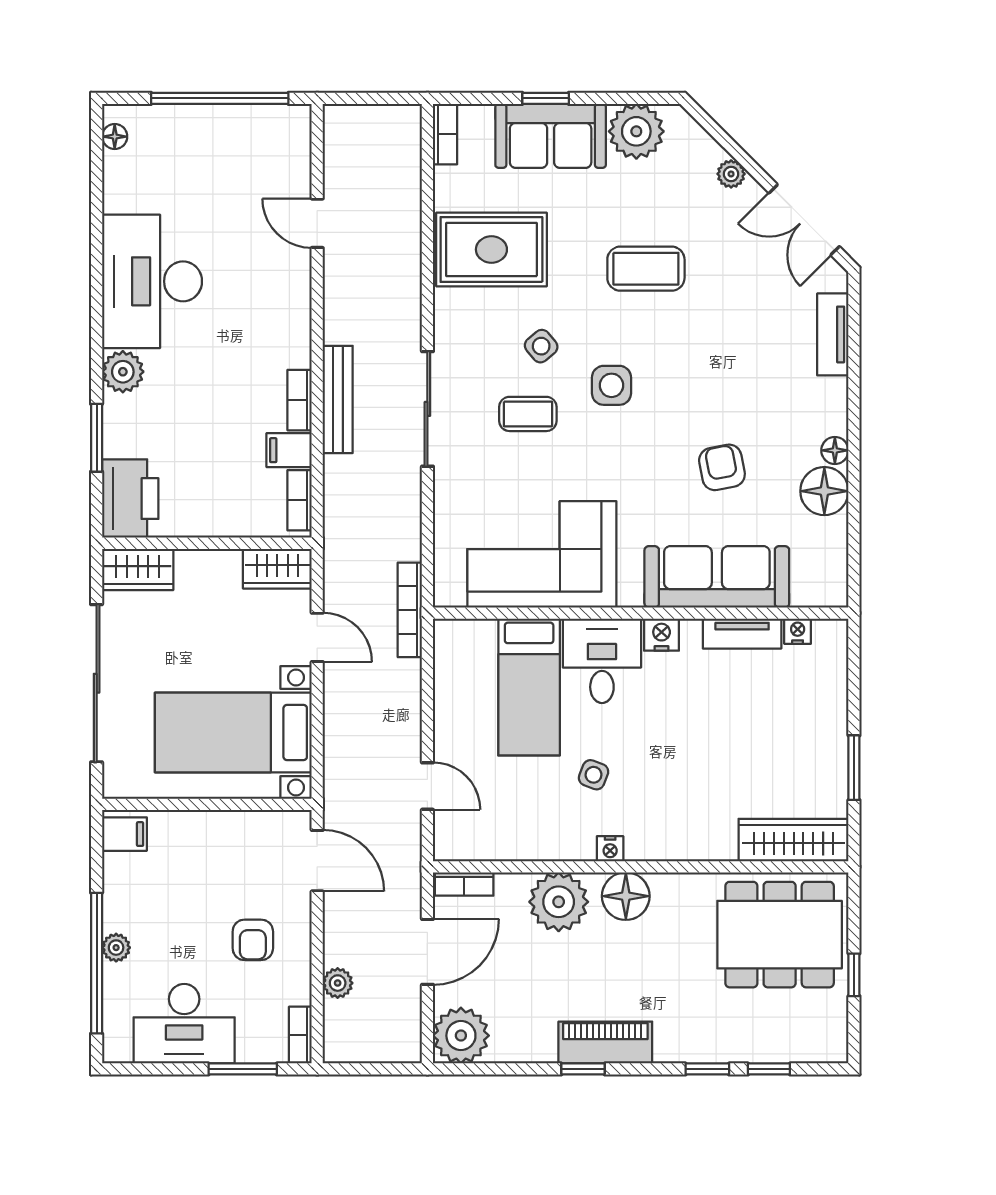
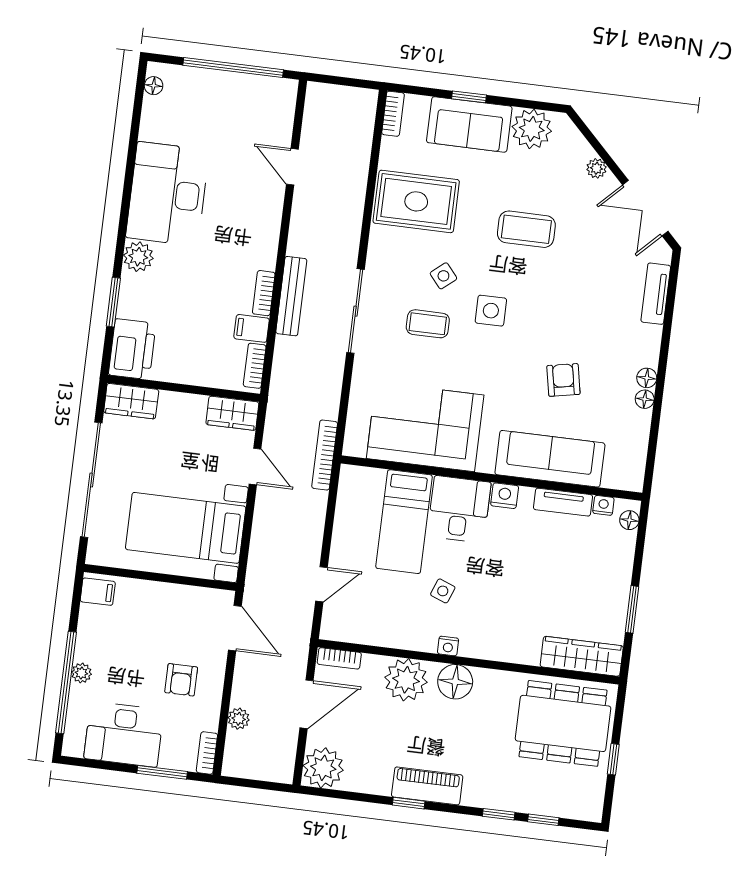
floor lamp: (824, 491) -> (645, 399), width x0.53, depth x0.53
floor lamp: (835, 647) -> (629, 520), added
door: (427, 786) -> (321, 584), hinge flipped

